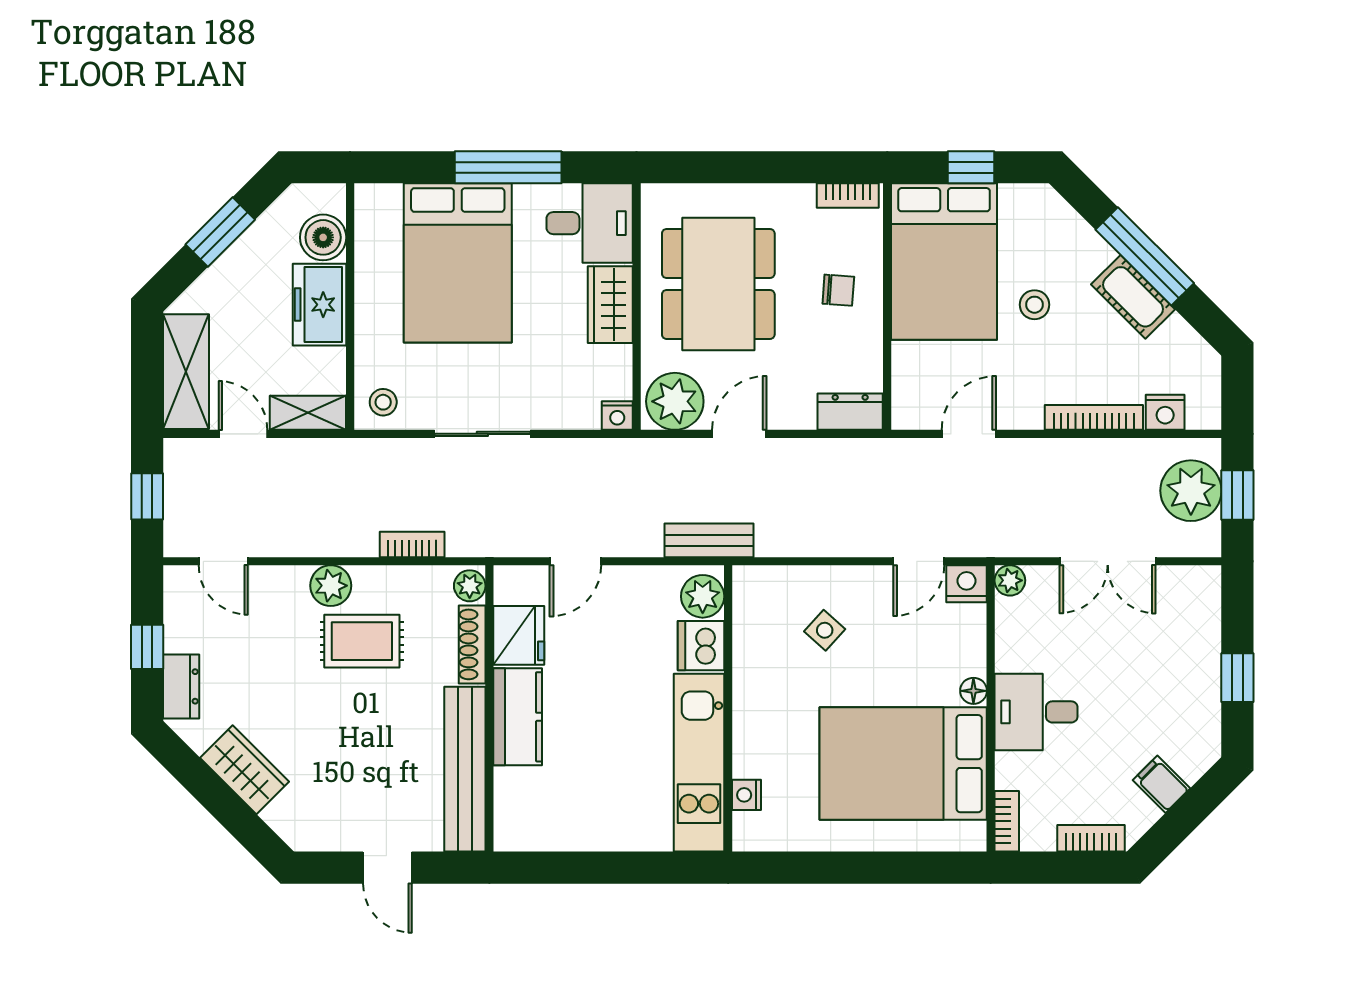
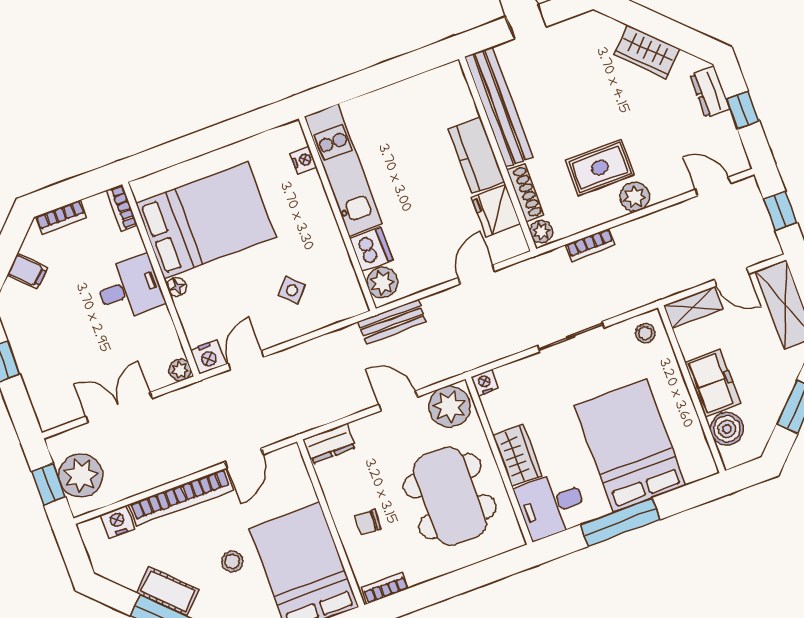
bookcase: (1094, 417) -> (181, 497), width x1.48, depth x1.31
door: (739, 434) -> (398, 401), swing flipped

